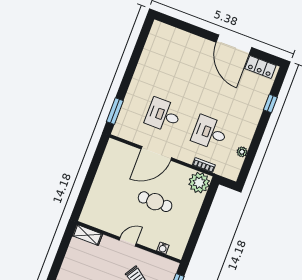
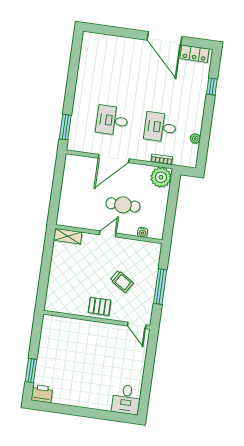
shelving: (87, 235) -> (68, 236), moved
door: (128, 242) -> (108, 234), moved
wall: (129, 242) -> (109, 234), moved
water cooler: (163, 248) -> (143, 232), moved

